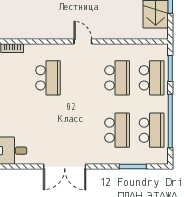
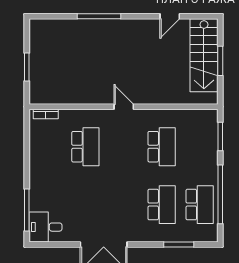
school desk: (152, 78) -> (200, 147), removed

